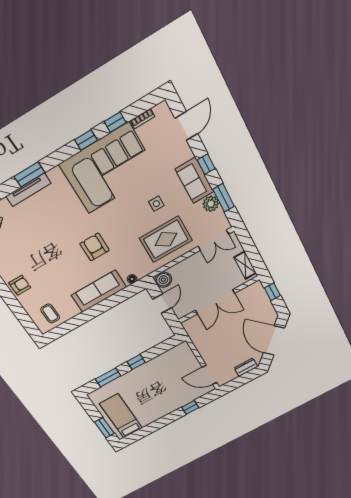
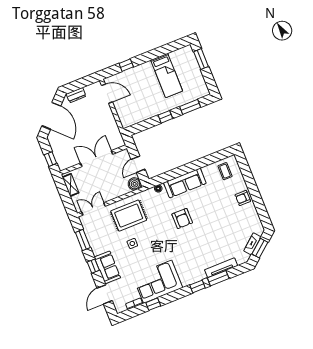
window: (86, 140) -> (198, 286), moved
corner sofa: (108, 169) -> (158, 282), width x0.73, depth x0.74
sofa: (194, 180) -> (107, 267), moved
plant: (211, 204) -> (93, 237), removed
bed: (121, 416) -> (167, 75), moved

